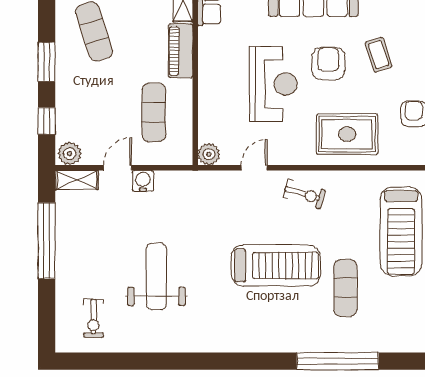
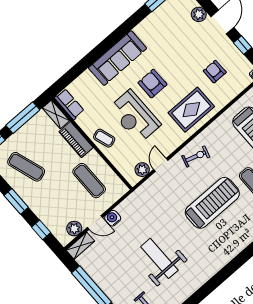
coffee table: (378, 55) -> (104, 138), moved
reception desk: (273, 84) -> (135, 117), turned 180
plant: (70, 154) -> (74, 229), moved
plant: (209, 154) -> (142, 170), moved
door: (118, 168) -> (95, 222), swing flipped

